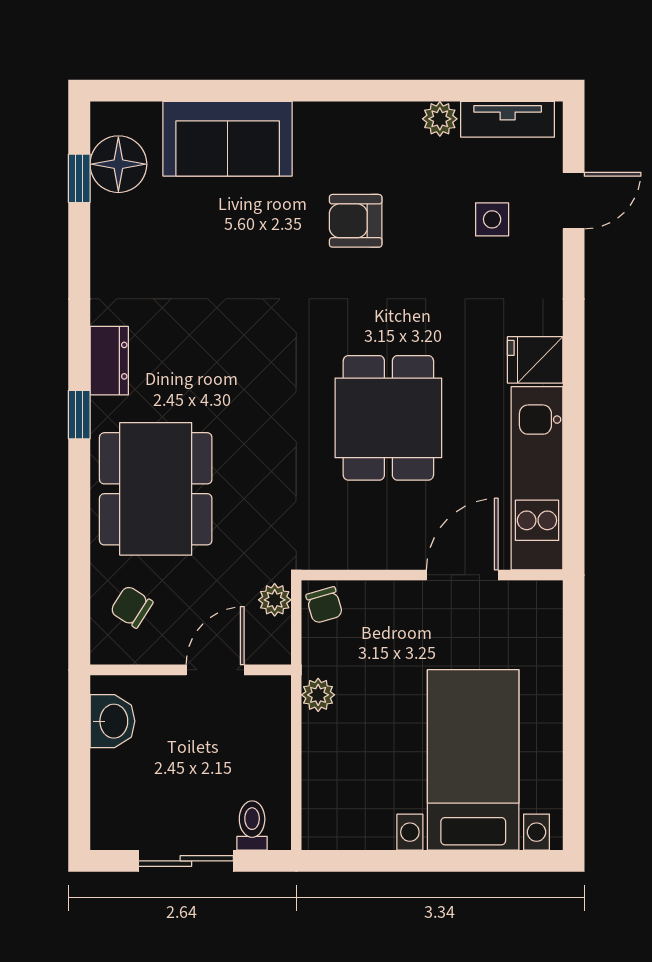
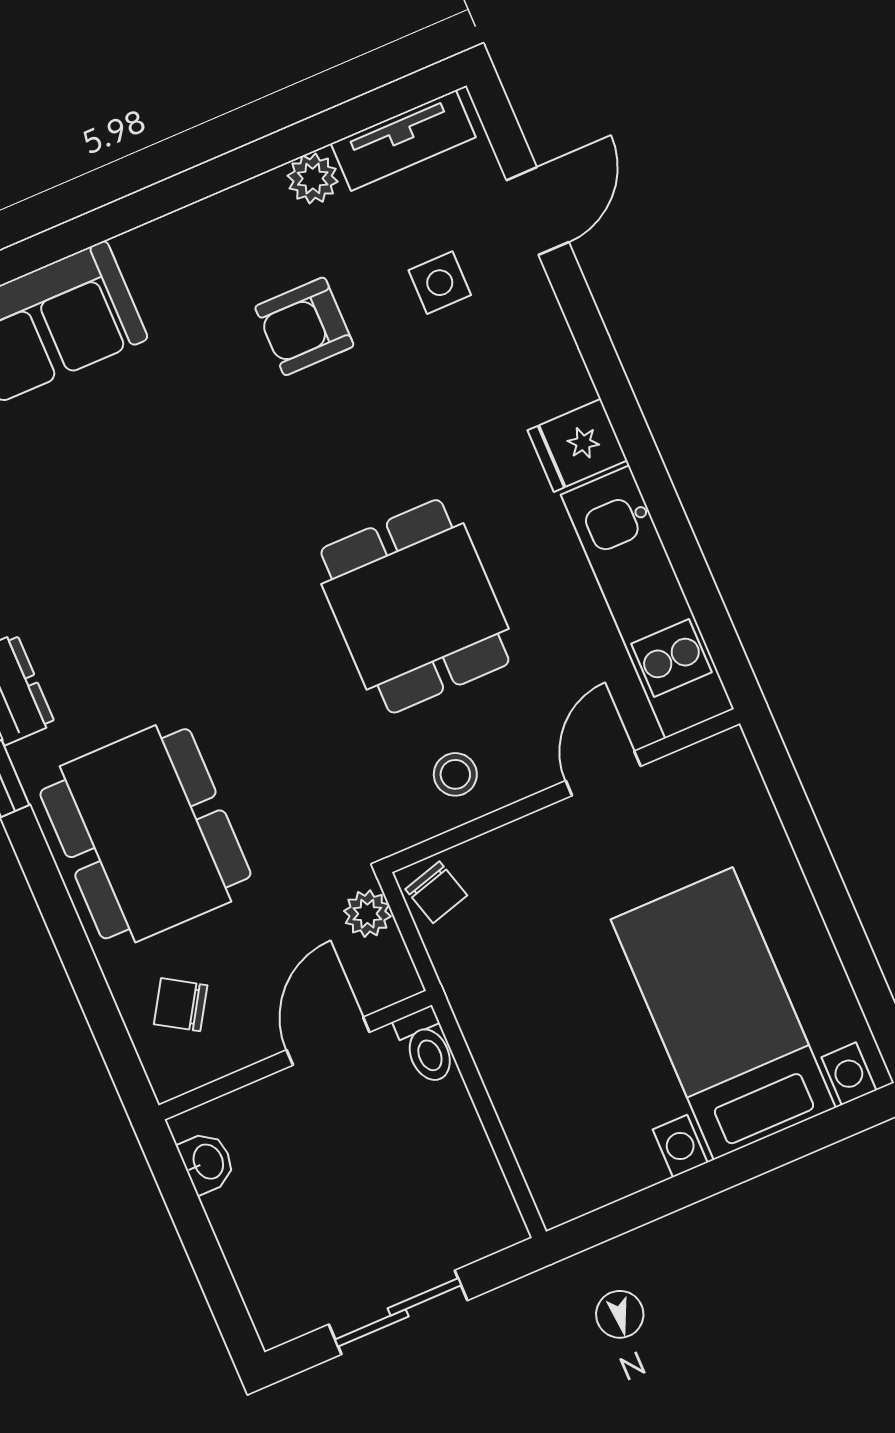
armchair: (356, 221) -> (304, 326), moved
stool: (368, 535) -> (455, 774), added
door: (462, 575) -> (603, 773), width x0.73
plant: (318, 695) -> (479, 1016), removed
washbasin: (112, 721) -> (207, 1162), width x0.72, depth x0.69
toilet: (252, 826) -> (426, 1046), moved, turned 180

